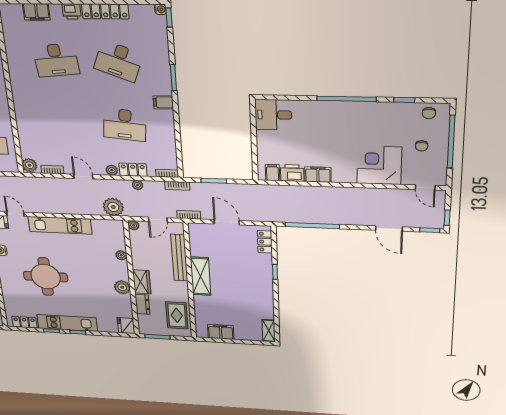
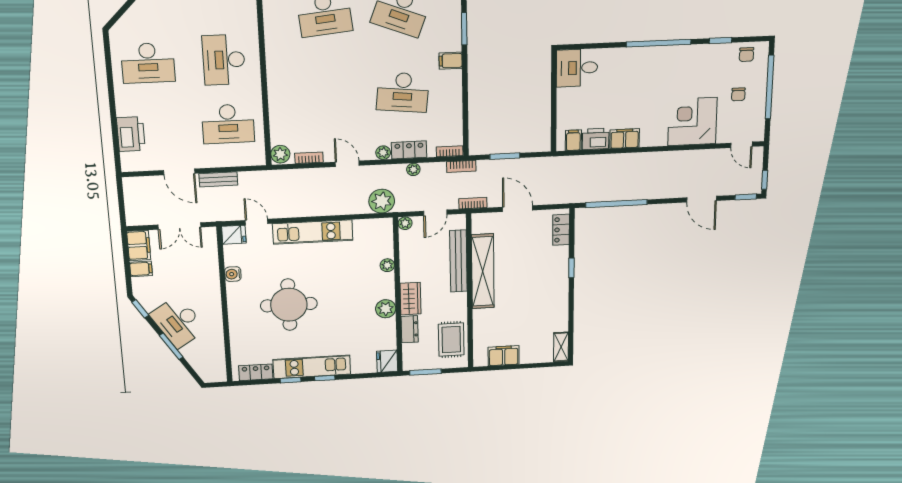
shelving: (200, 276) -> (483, 271), width x1.47

